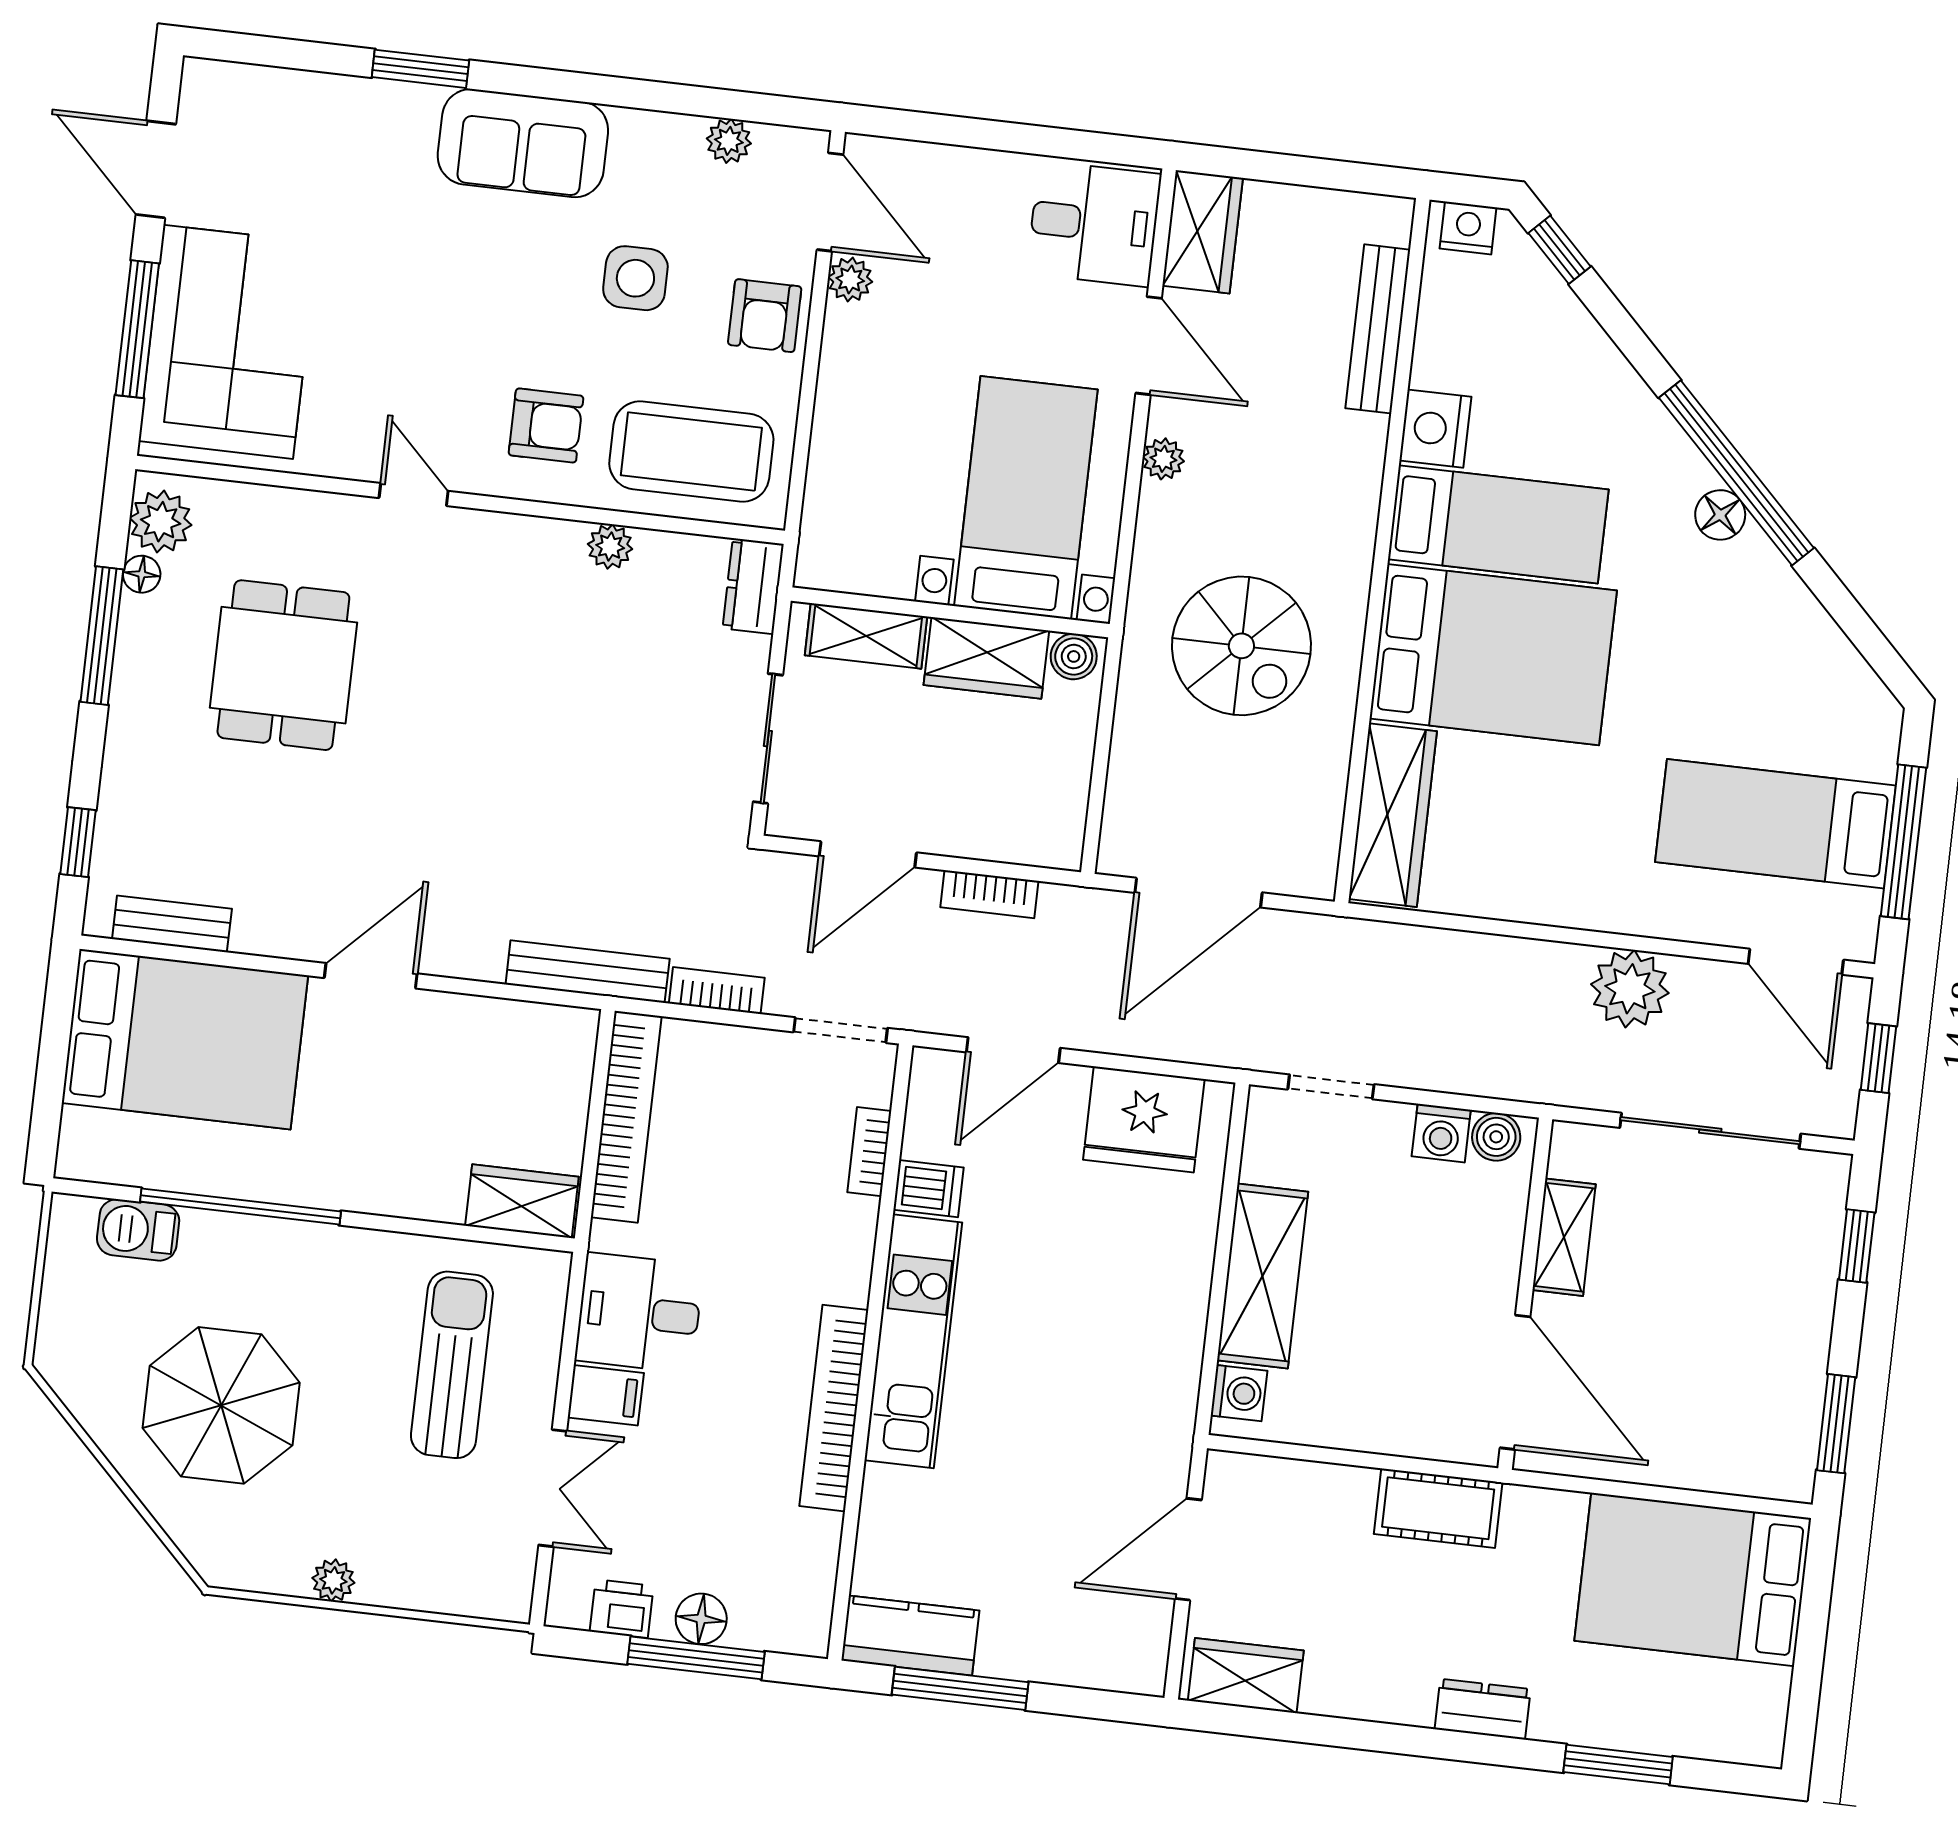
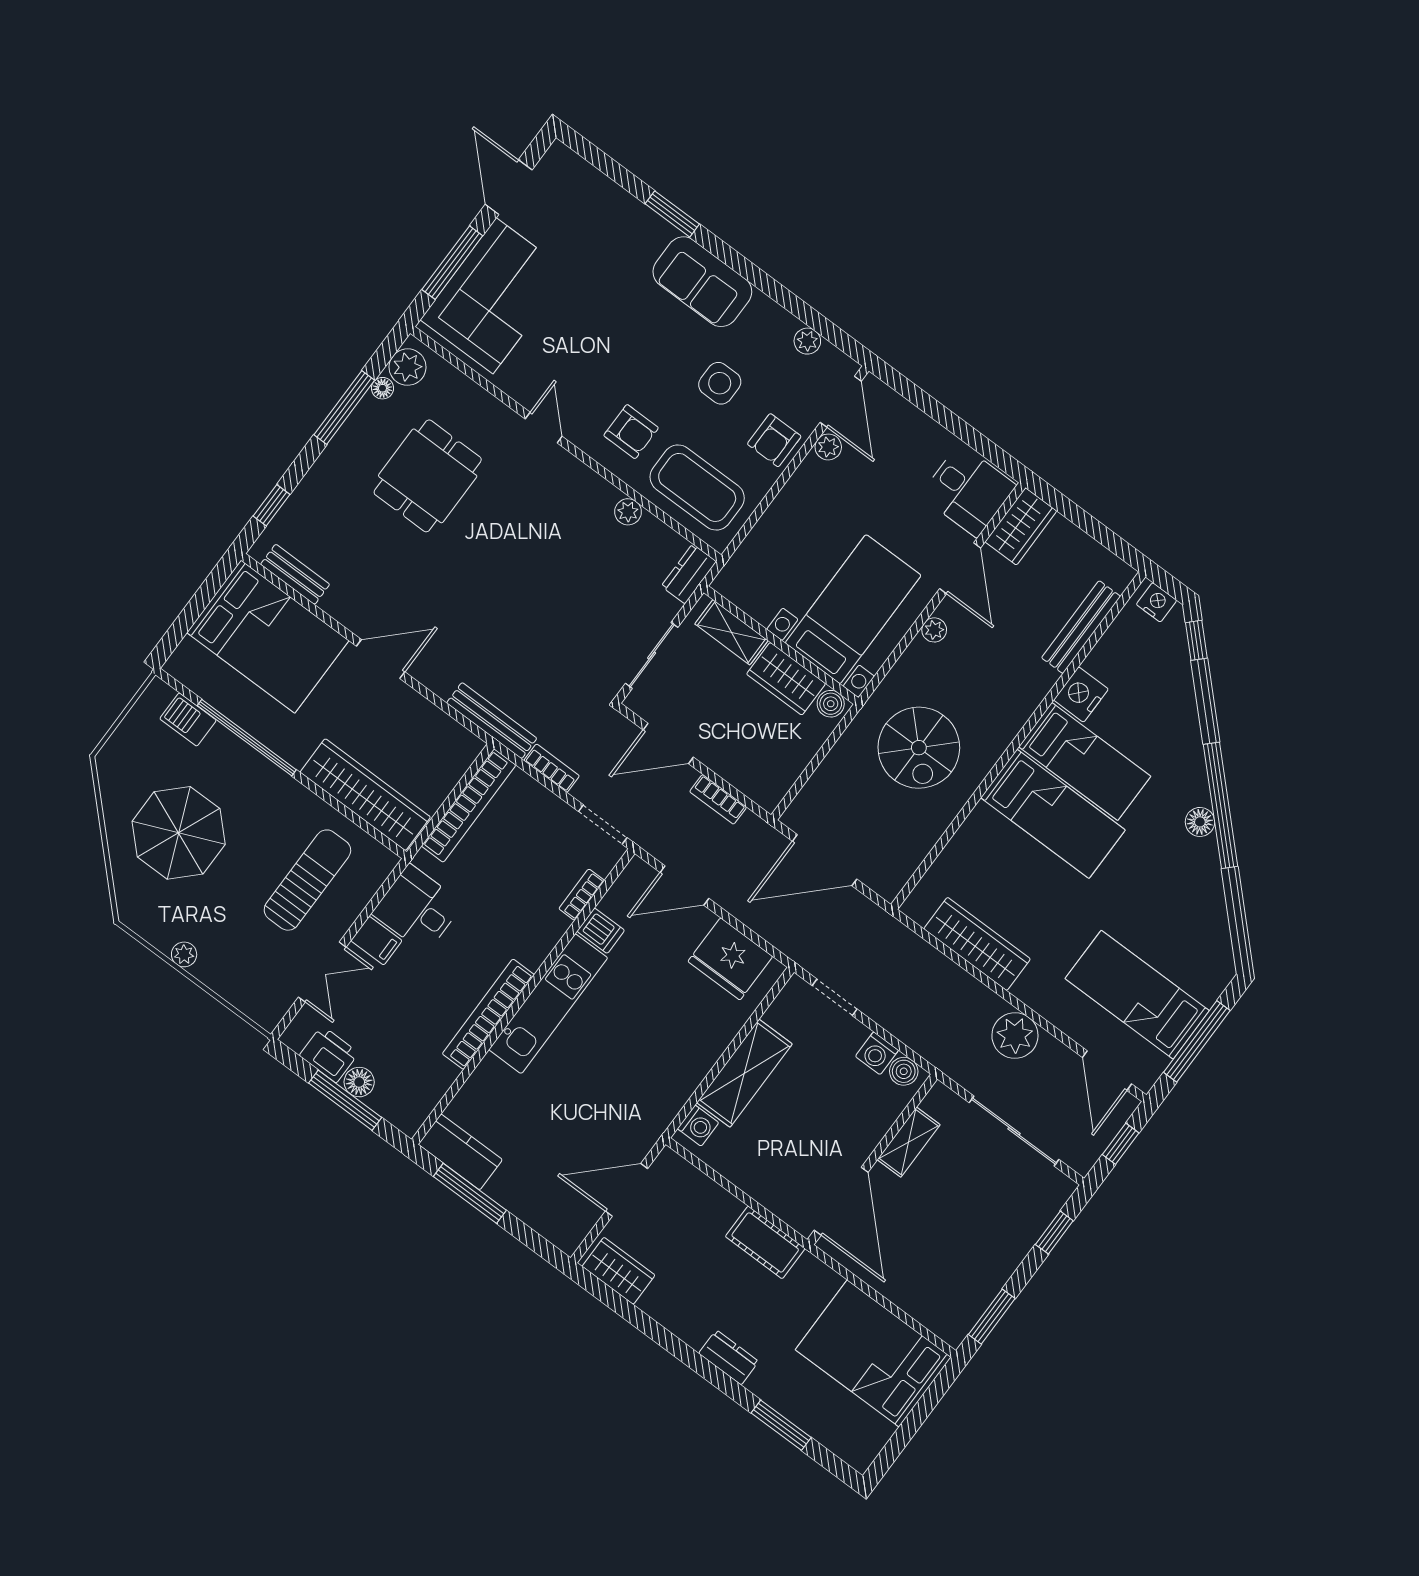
bed: (1493, 655) -> (1053, 814), width x0.67
wardrobe: (1393, 815) -> (977, 944), moved, turned -90
wardrobe: (522, 1201) -> (365, 795), width x2.10, depth x1.17
printer: (622, 1609) -> (329, 1054), width x1.36, depth x1.24

